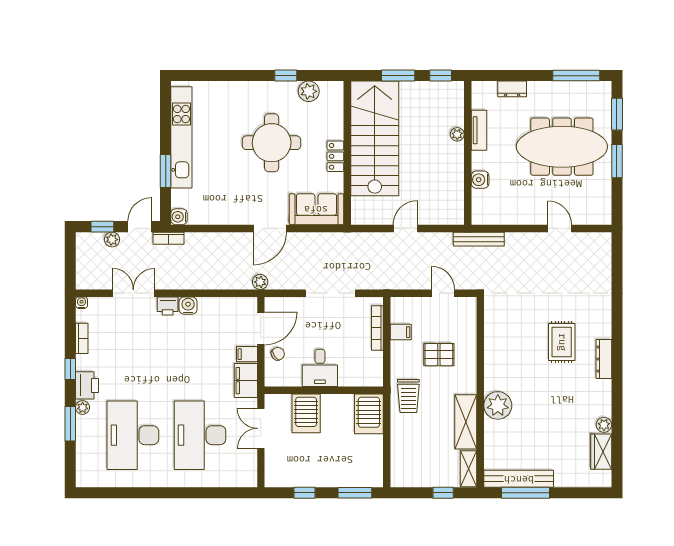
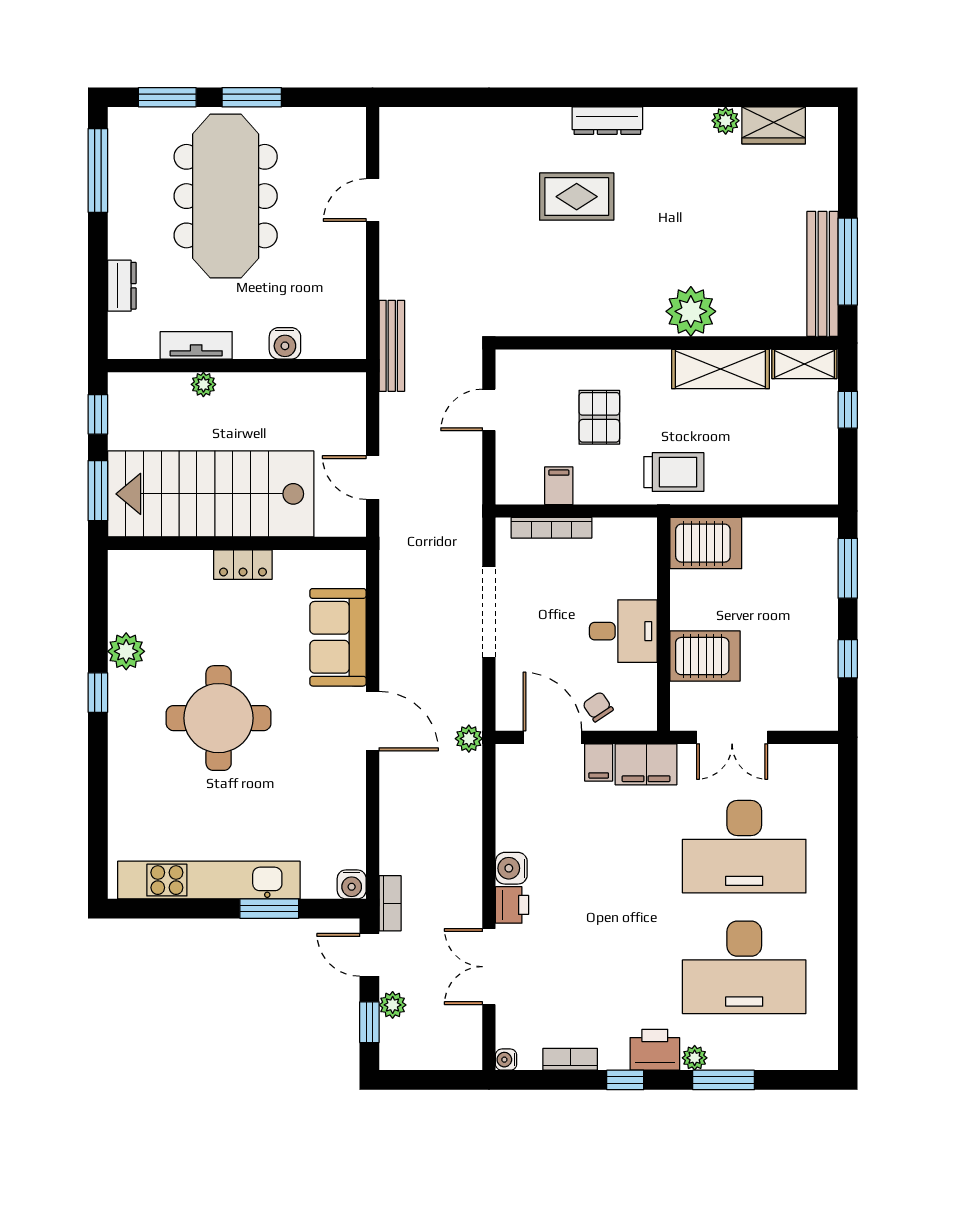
stairs: (375, 138) -> (211, 494), moved
wall: (347, 153) -> (237, 543), moved
locker: (335, 156) -> (243, 565), moved

